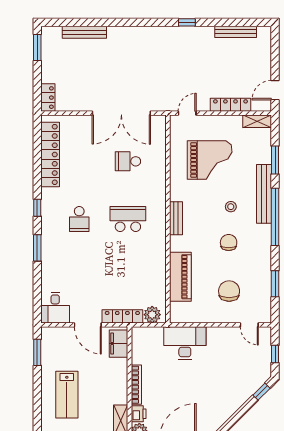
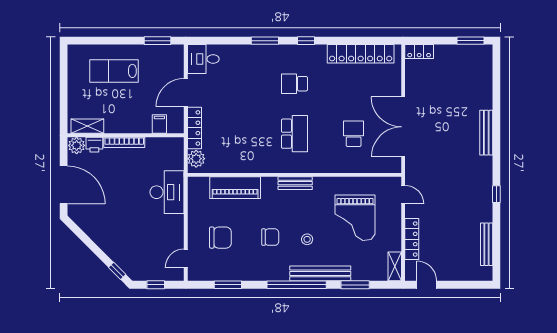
bench: (84, 32) -> (486, 133), moved
filing cabinet: (119, 344) -> (159, 124), width x0.50

